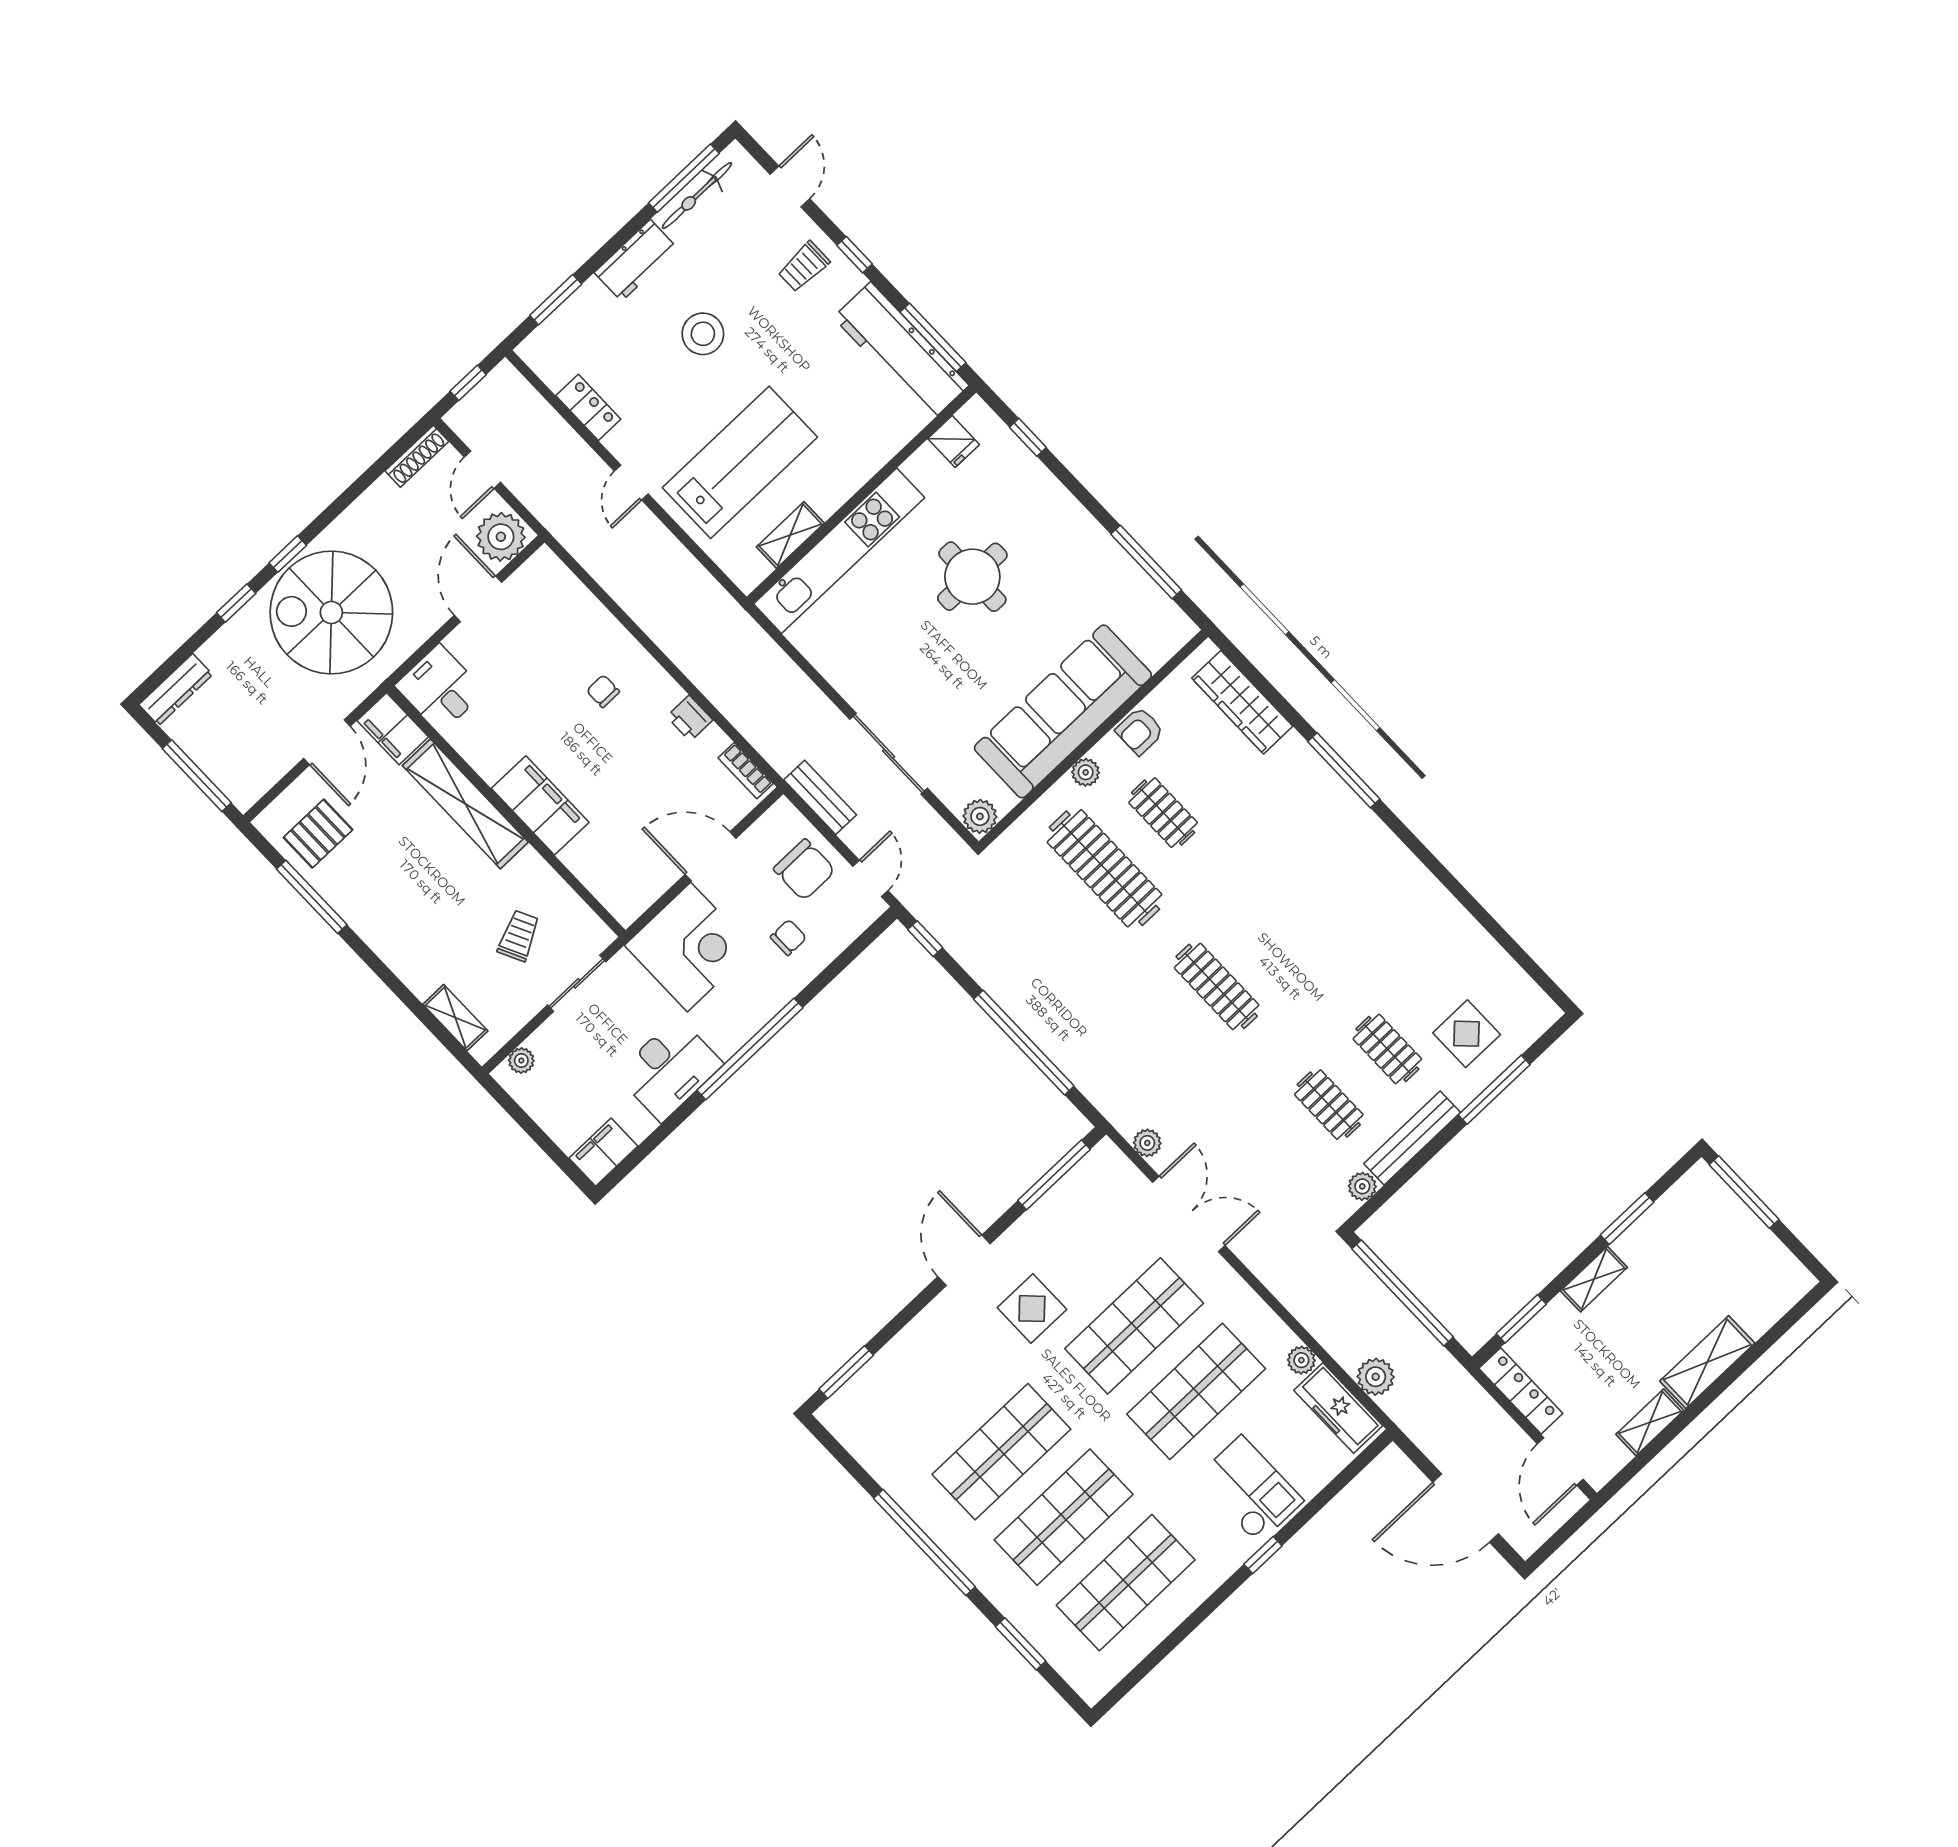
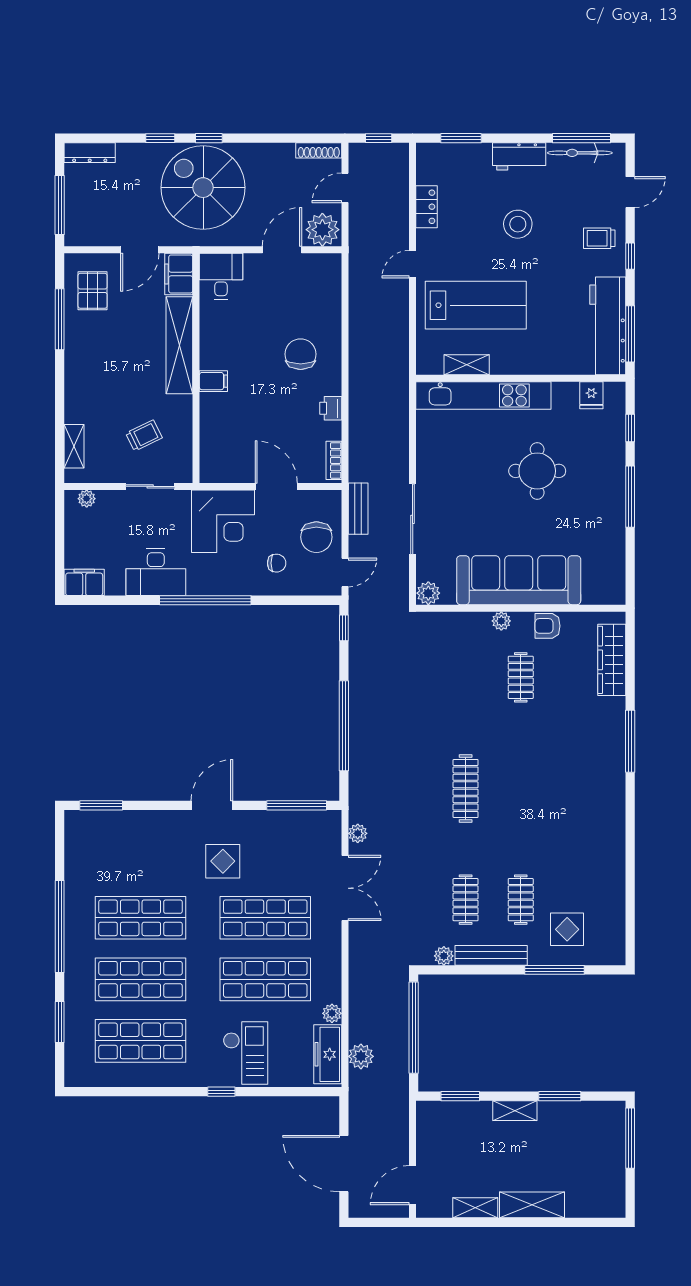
window: (1146, 562) -> (630, 497), moved
chair: (603, 691) -> (301, 354), width x1.87, depth x1.87
filing cabinet: (540, 805) -> (213, 381), width x0.33, depth x0.86
pallet: (318, 834) -> (93, 291), turned 90
clothes rail: (1104, 868) -> (466, 677), removed
locker: (1521, 1391) -> (426, 1132), removed

